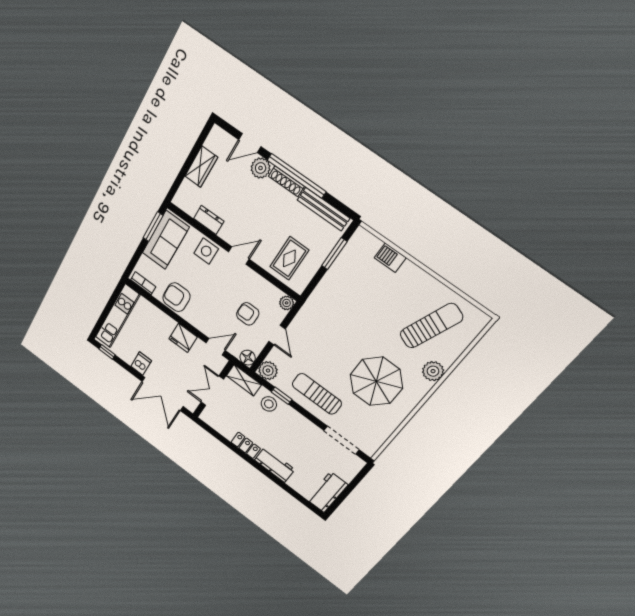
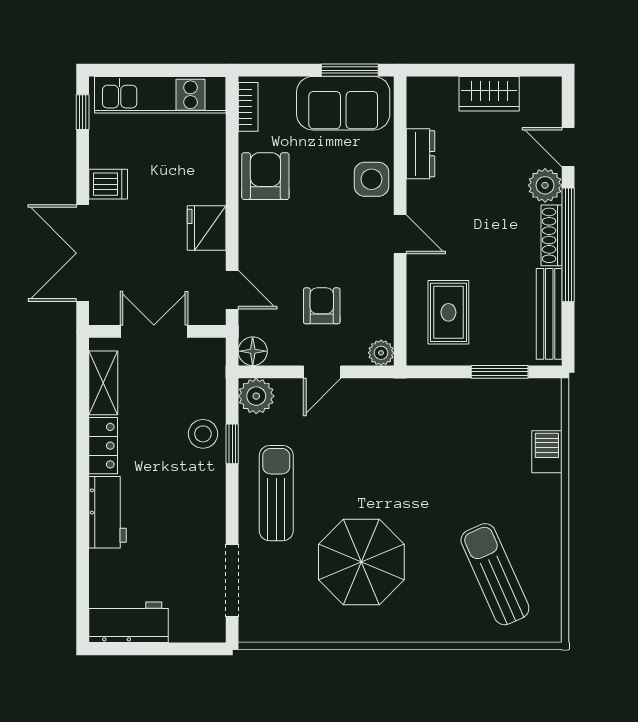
rug: (289, 258) -> (448, 312), turned 90
sun lounger: (431, 326) -> (495, 574), turned -136
plant: (433, 371) -> (435, 625), removed
shelving: (244, 380) -> (103, 383), moved

